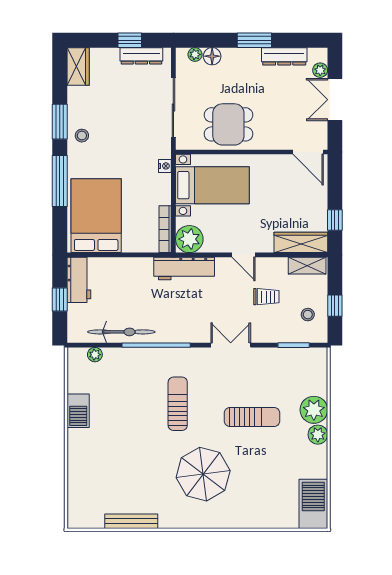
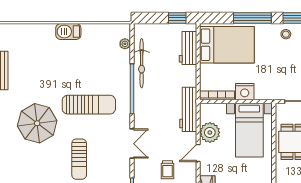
nightstand: (165, 166) -> (245, 92), moved, width x1.89, depth x1.79
plant: (189, 239) -> (210, 132), moved
workbench: (79, 280) -> (188, 48), moved, turned 90
window: (60, 299) -> (177, 18), moved
sun lounger: (178, 404) -> (89, 105), width x1.36, depth x1.34
barbecue: (78, 411) -> (68, 32), moved

